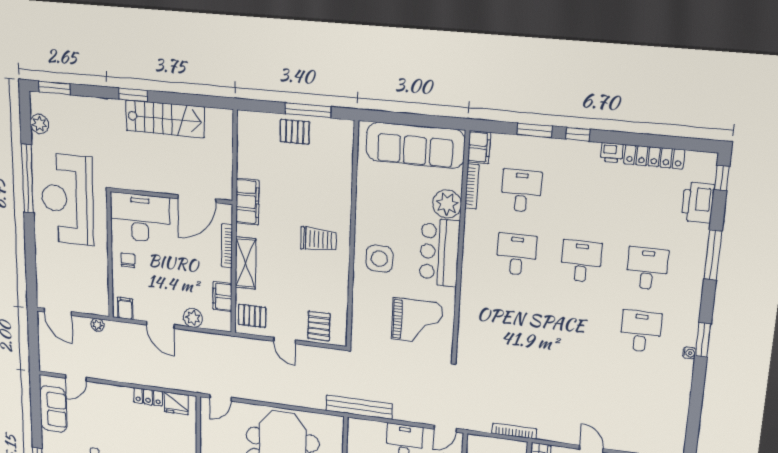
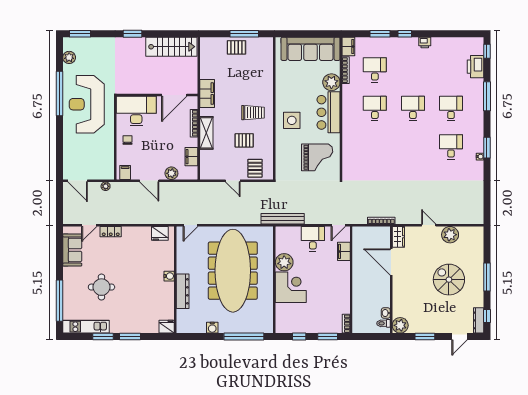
stairs: (165, 119) -> (171, 47), moved
locker: (654, 157) -> (449, 43), removed
pallet: (252, 316) -> (244, 140), moved
locker: (148, 397) -> (111, 232), moved

